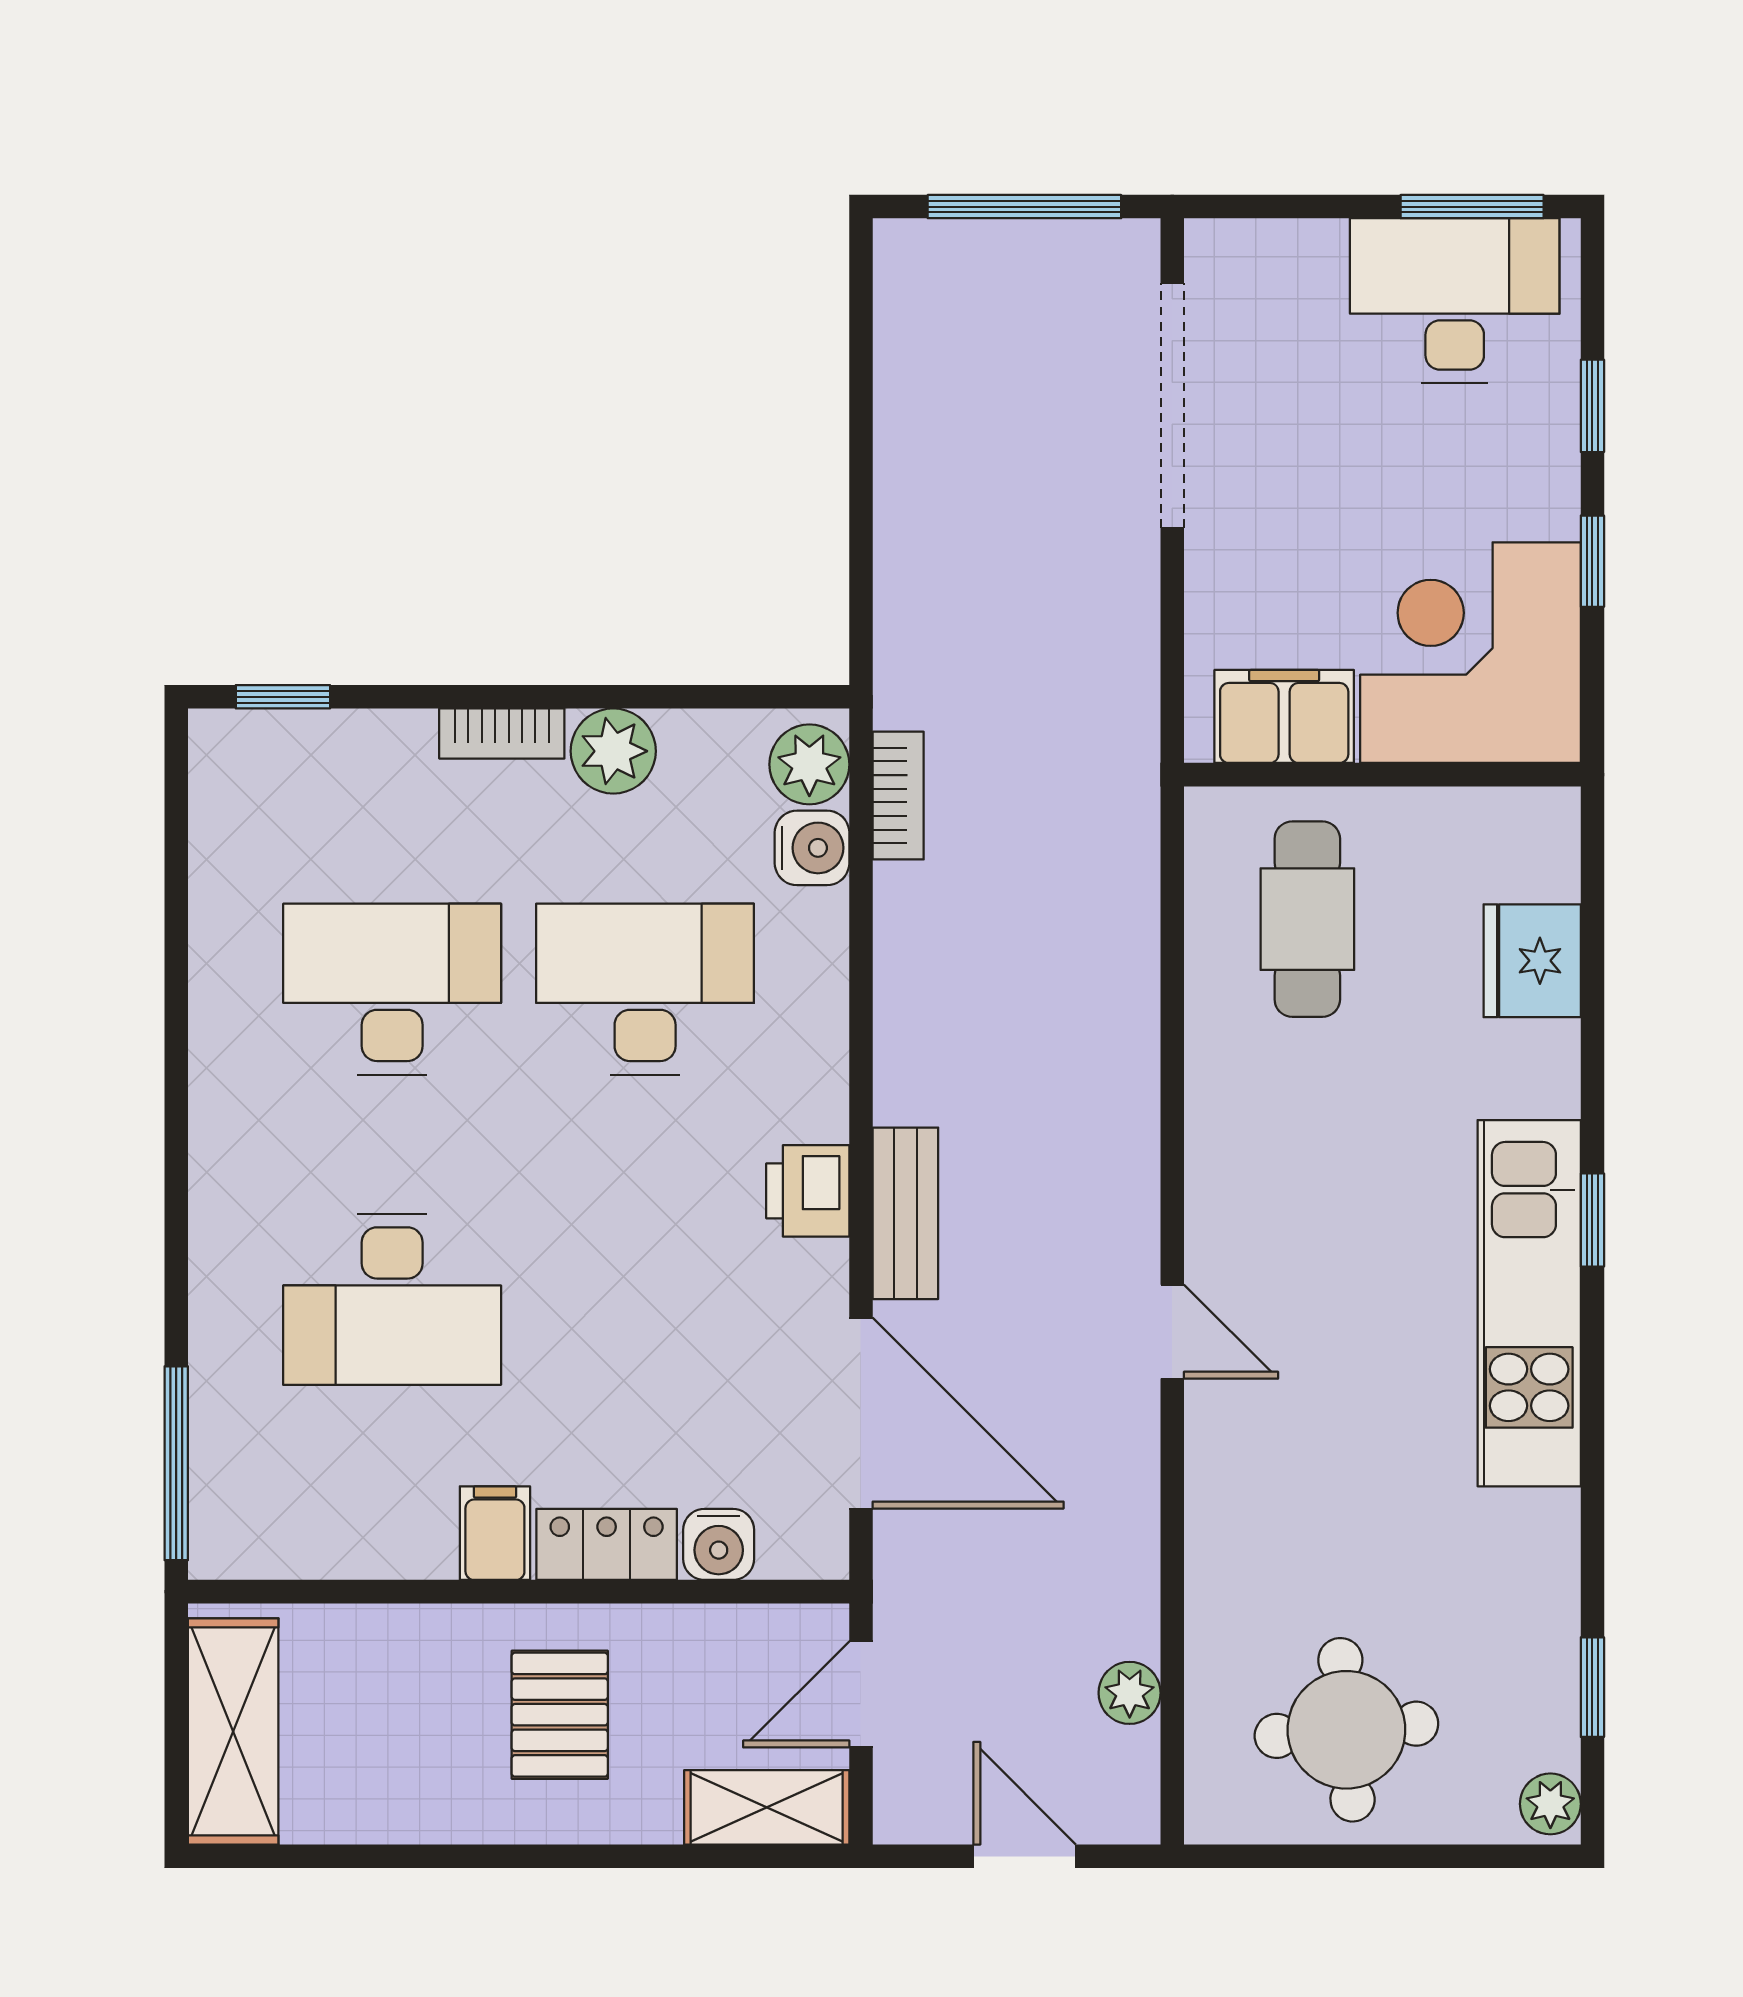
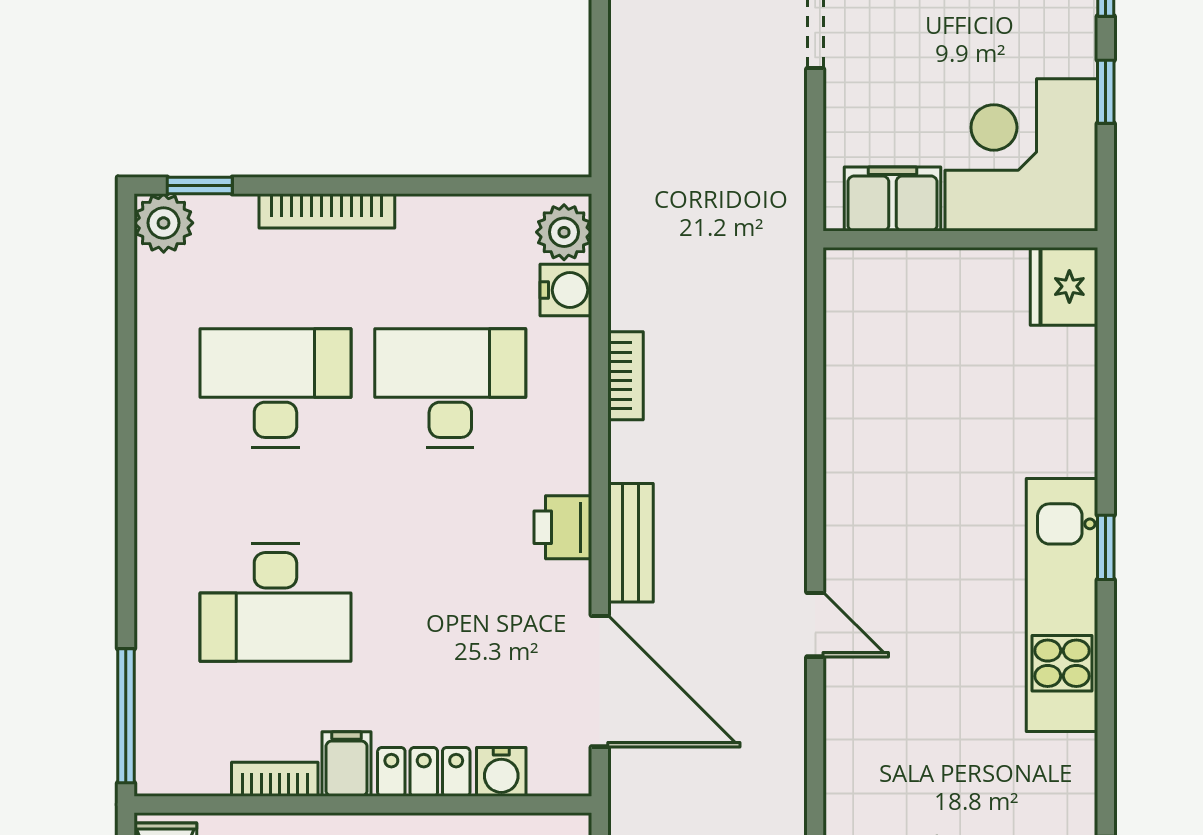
bookcase: (502, 734) -> (327, 211), width x1.56
plant: (613, 751) -> (164, 223), moved
bookcase: (898, 796) -> (625, 376), moved
cafe table: (1307, 919) -> (909, 339), removed
fridge: (1532, 961) -> (1064, 286), moved
bookcase: (391, 1555) -> (275, 779), added

